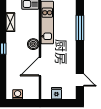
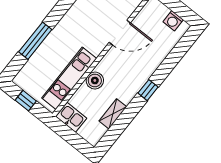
boiler: (33, 44) -> (95, 81), moved

